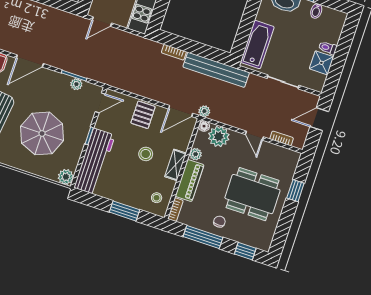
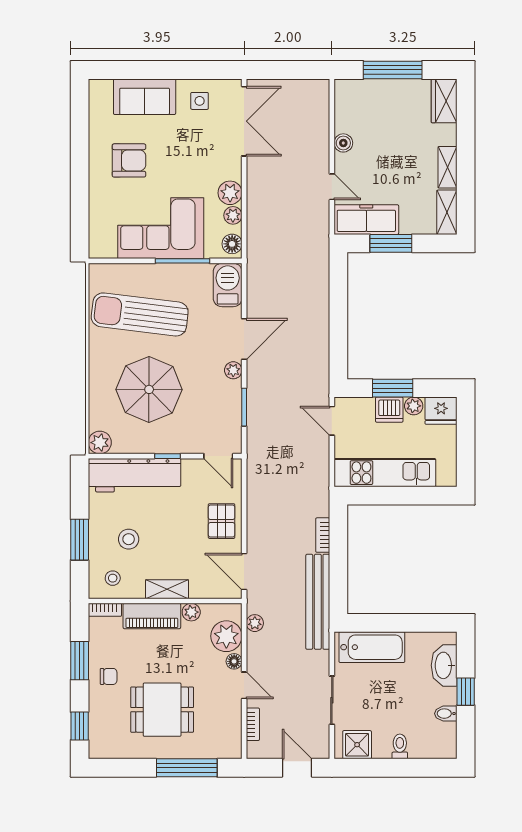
door: (30, 61) -> (244, 339), swing flipped
shower: (321, 63) -> (357, 745), moved
plant: (76, 84) -> (233, 370), moved
plant: (204, 111) -> (255, 623), moved
pallet: (143, 115) -> (222, 521), turned 90
floor lamp: (204, 126) -> (234, 661), moved
door: (254, 136) -> (244, 685), swing flipped
stool: (146, 154) -> (129, 539), moved
window: (295, 191) -> (187, 768), width x2.17
dining table: (252, 194) -> (162, 710), width x0.73
window: (203, 237) -> (80, 661), width x0.69

